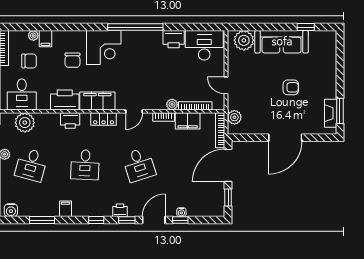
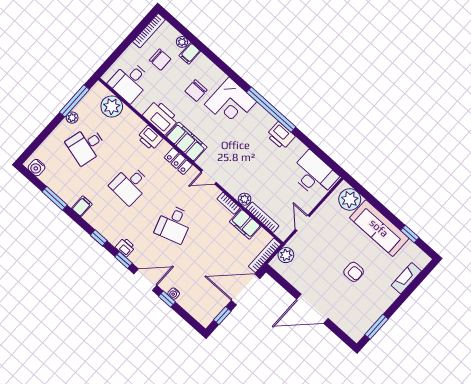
printer: (174, 39) -> (281, 136), moved
fireplace: (331, 113) -> (406, 278), moved

